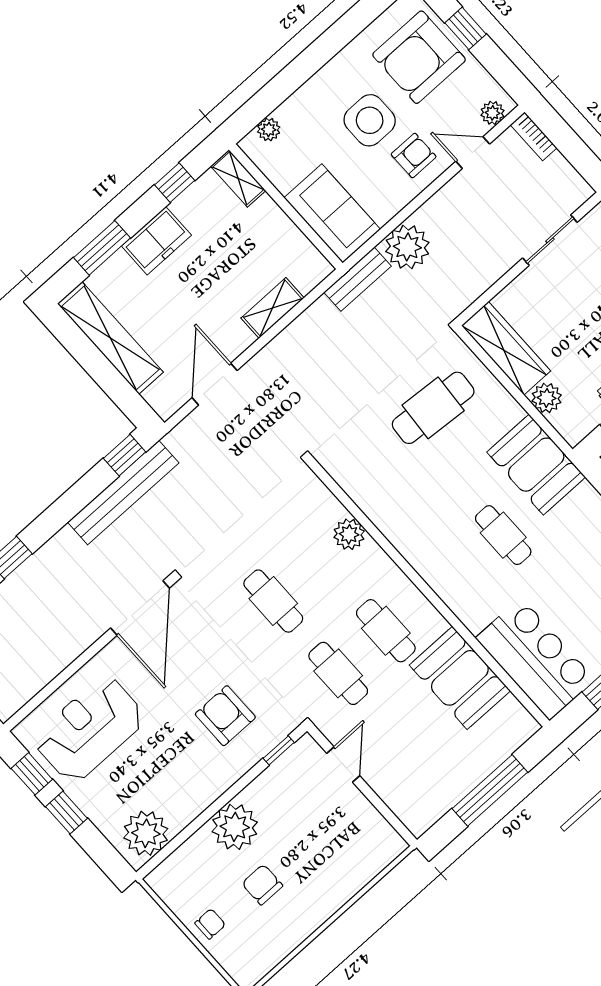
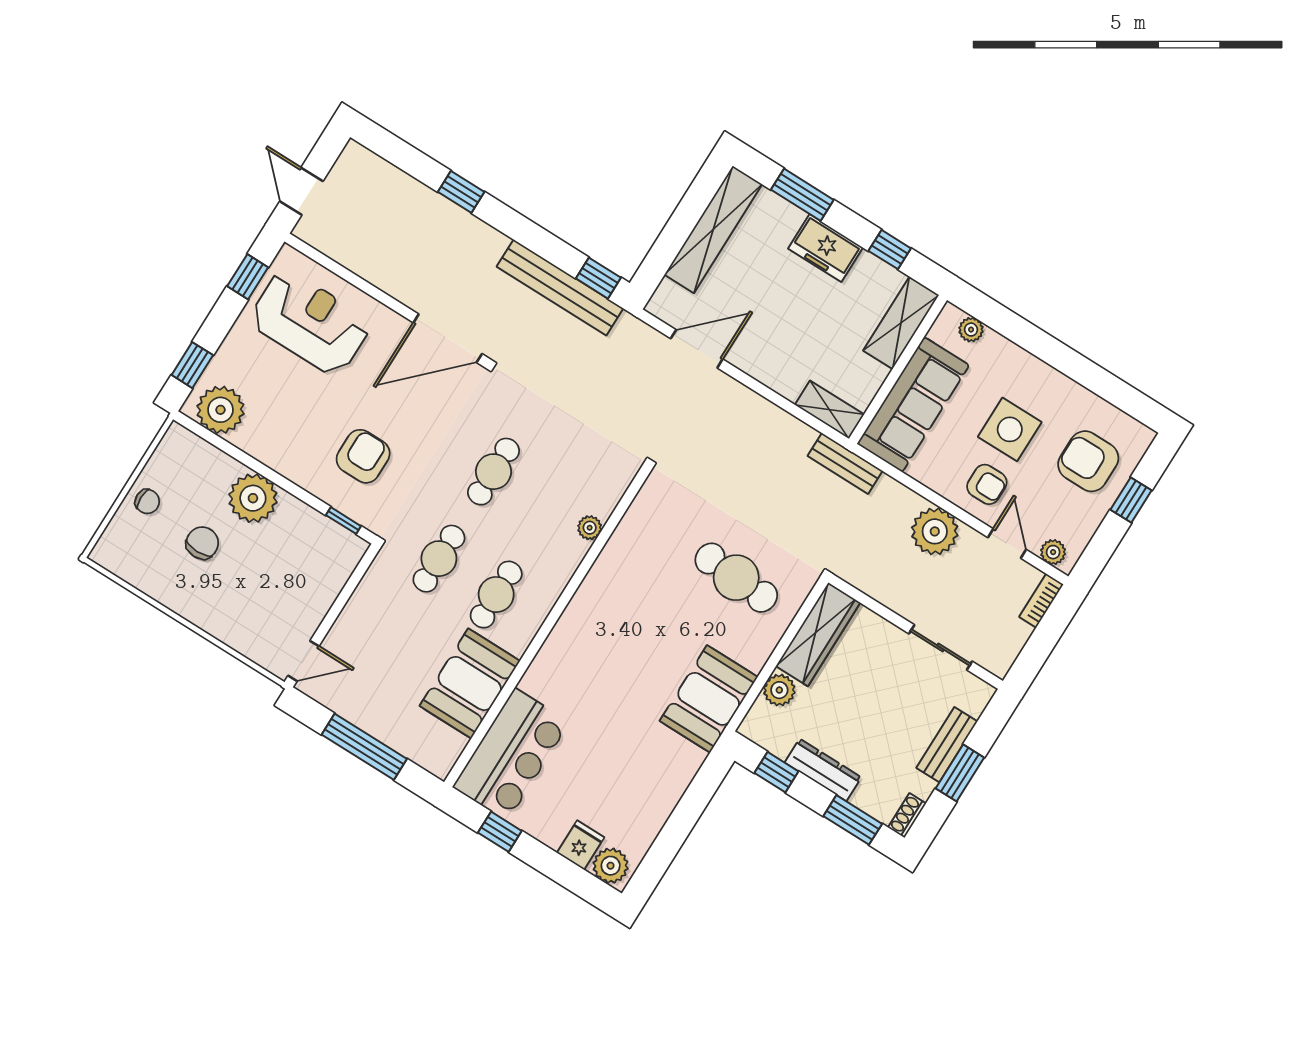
armchair: (419, 57) -> (1088, 461), width x0.73, depth x0.73
shelving: (238, 178) -> (901, 323), width x1.50, depth x1.33
sofa: (332, 213) -> (913, 404), width x1.36
plant: (407, 247) -> (935, 531), moved
shelving: (272, 308) -> (829, 410), moved
plant: (349, 534) -> (590, 528), width x0.73, depth x0.73
cafe table: (503, 535) -> (627, 686), removed
door: (343, 765) -> (303, 661), moved
window: (67, 812) -> (192, 365), moved

